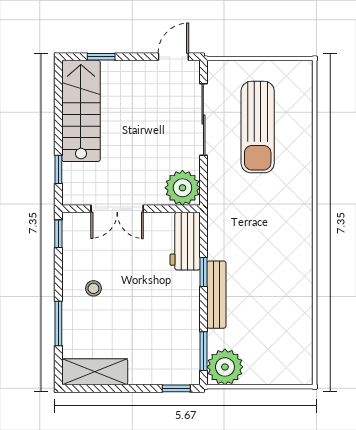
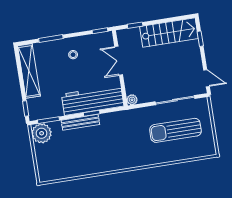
plant: (182, 188) -> (132, 100), width x0.53, depth x0.53
workbench: (185, 241) -> (93, 100), width x1.87, depth x1.32
shelving: (95, 372) -> (29, 71), width x1.47

